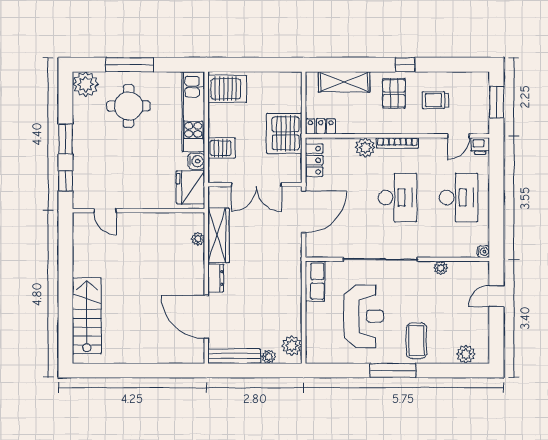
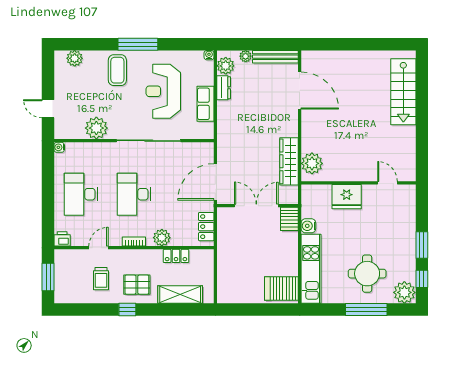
pallet: (394, 93) -> (137, 285), turned 90
trolley: (435, 100) -> (101, 279), turned 90
locker: (321, 126) -> (176, 256), moved
server rack: (284, 133) -> (232, 250), removed
door: (458, 136) -> (99, 248), moved
bookcase: (397, 143) -> (134, 242), width x0.64
server rack: (222, 148) -> (289, 219), moved, turned -90
window: (65, 181) -> (422, 279), moved
fridge: (190, 187) -> (347, 197), moved, turned 90
plant: (198, 239) -> (312, 163), width x1.87, depth x1.87
plant: (441, 268) -> (96, 128), width x1.87, depth x1.87
dresser: (216, 278) -> (224, 88), moved, turned 180
row of seats: (315, 281) -> (205, 104), moved
door: (496, 296) -> (48, 109), swing flipped
water cooler: (311, 358) -> (209, 55), added

